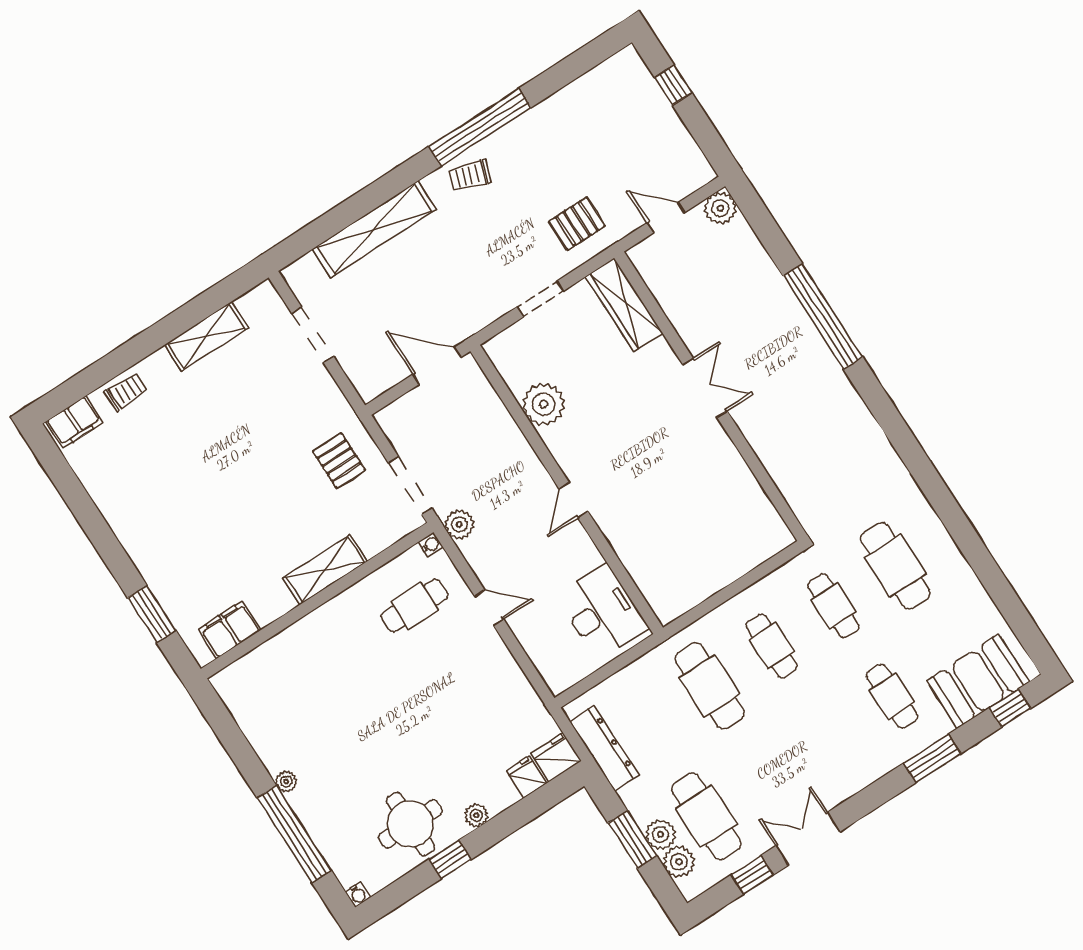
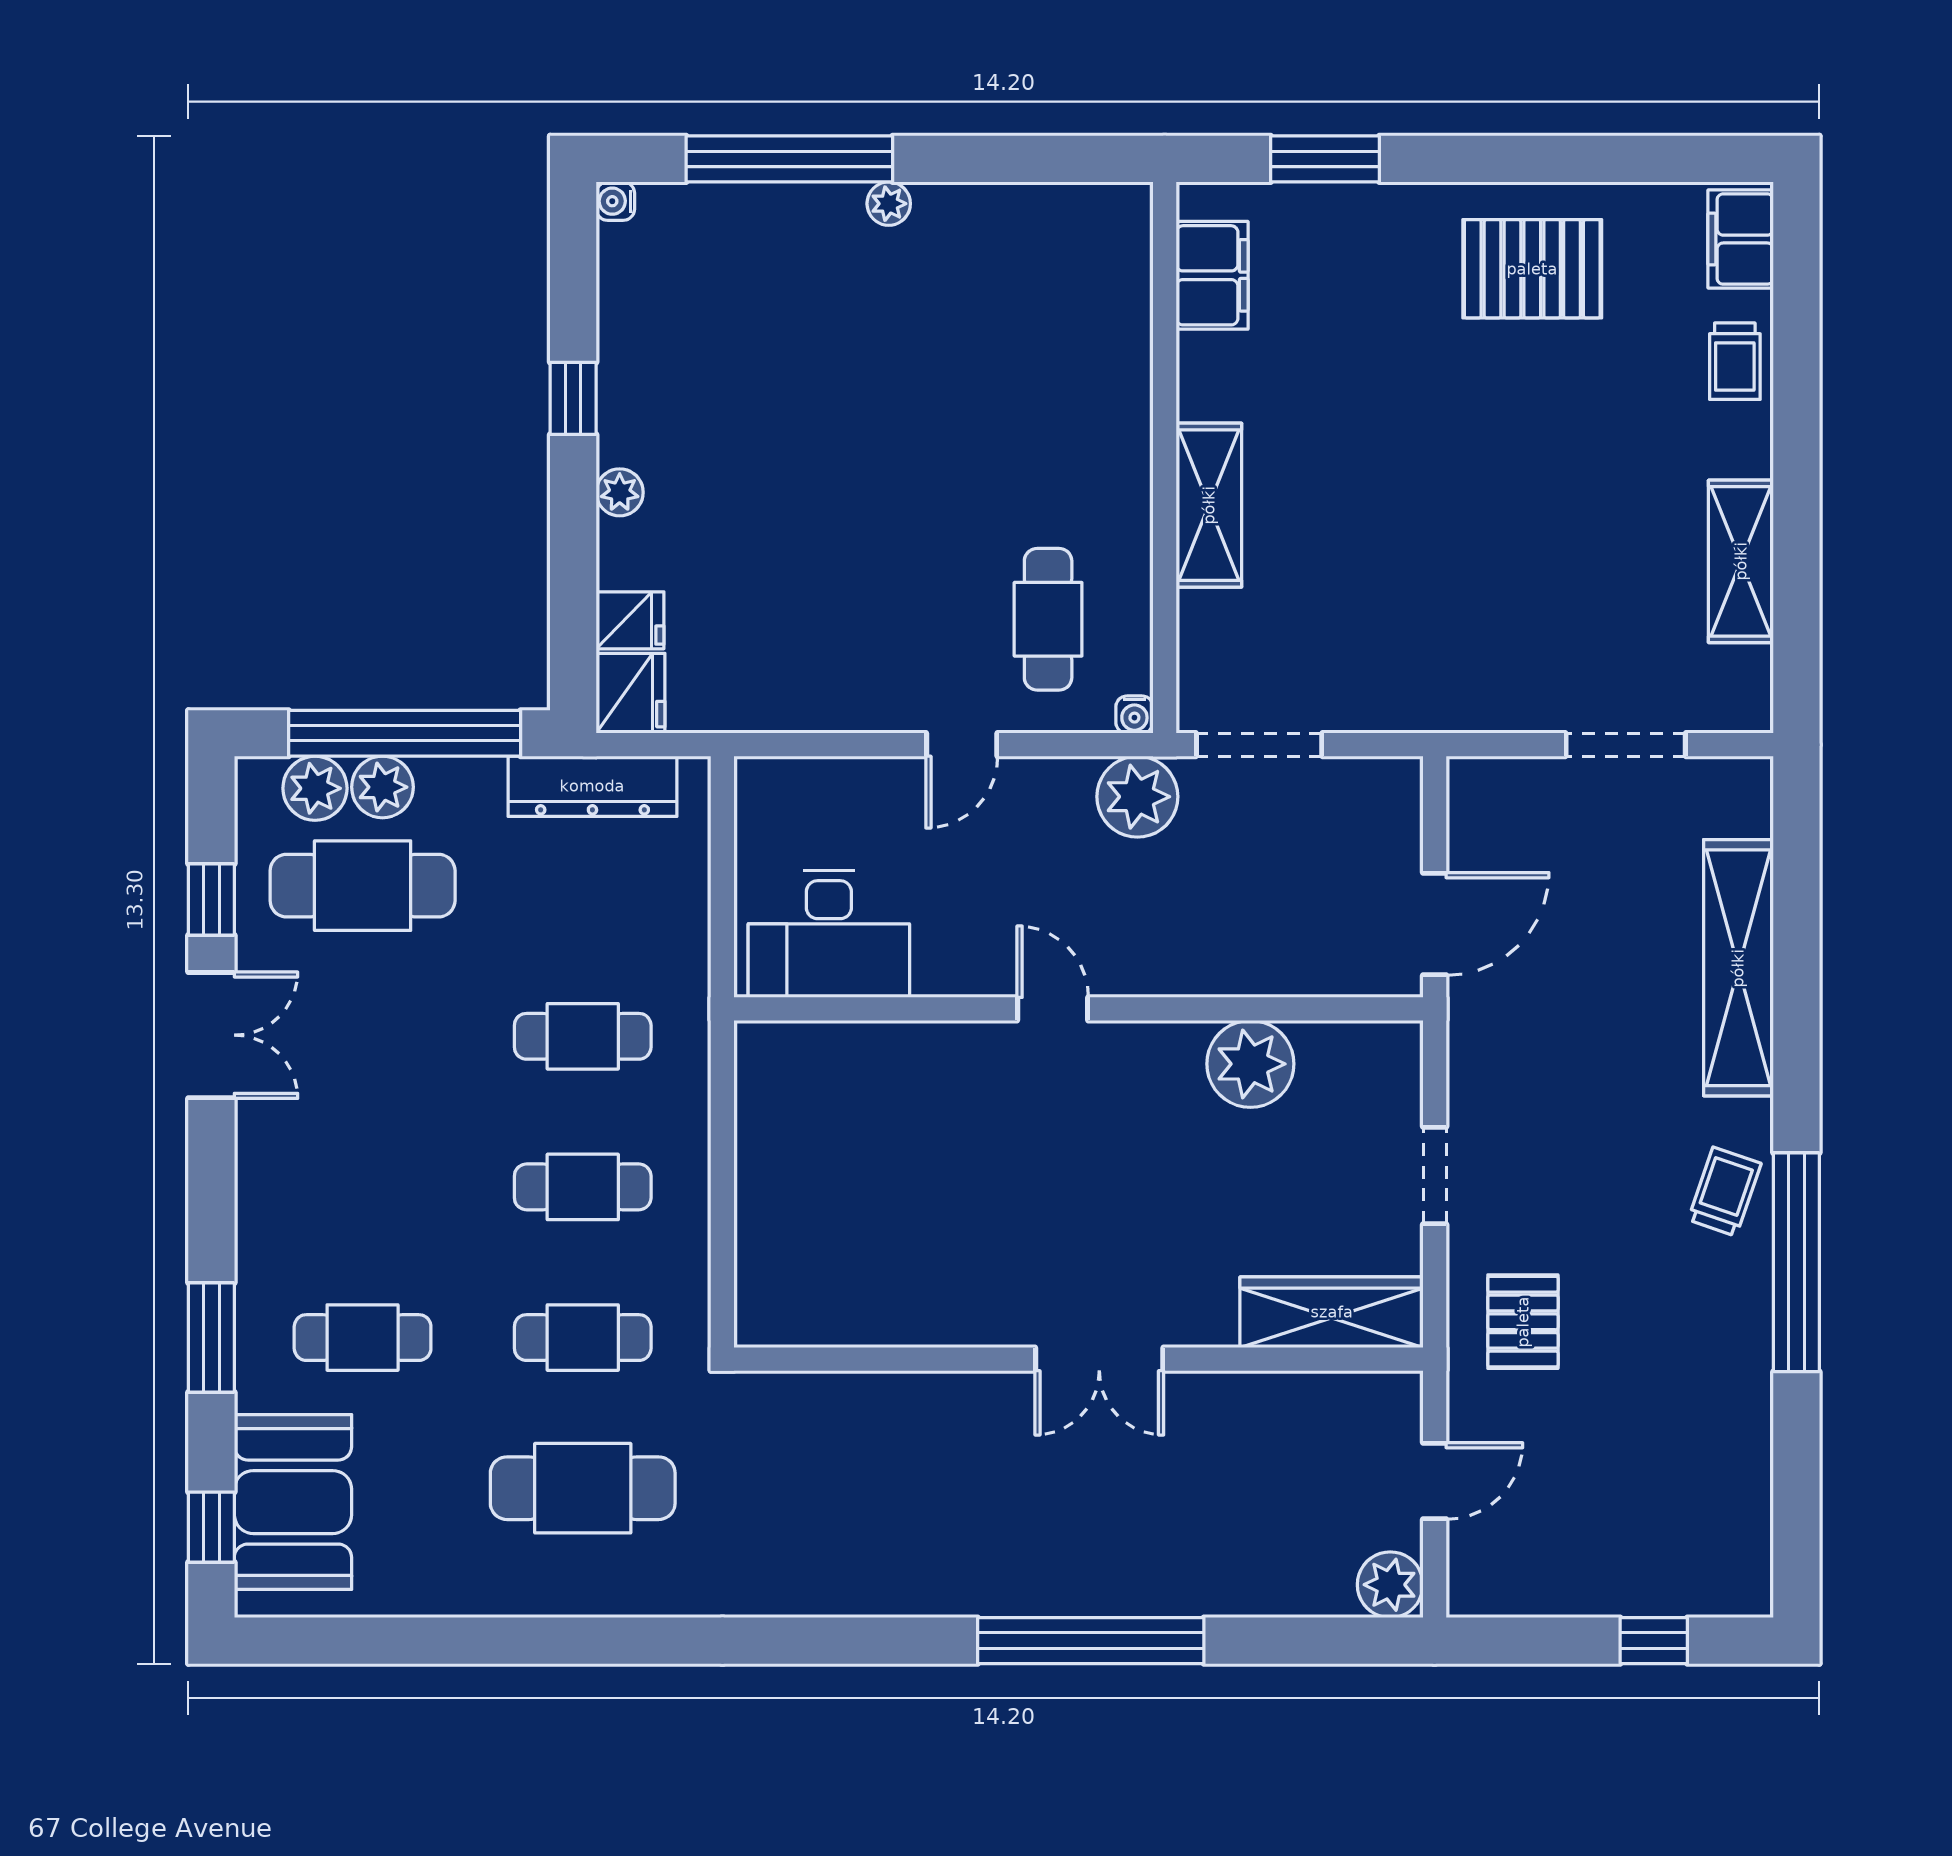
pallet: (339, 461) -> (1532, 269), moved, width x1.50, depth x1.42
plant: (459, 524) -> (1137, 797), width x1.36, depth x1.36
cafe table: (710, 686) -> (583, 1036), width x0.73, depth x0.74
round table: (410, 824) -> (678, 370), removed
window: (632, 840) -> (405, 733), width x2.11

